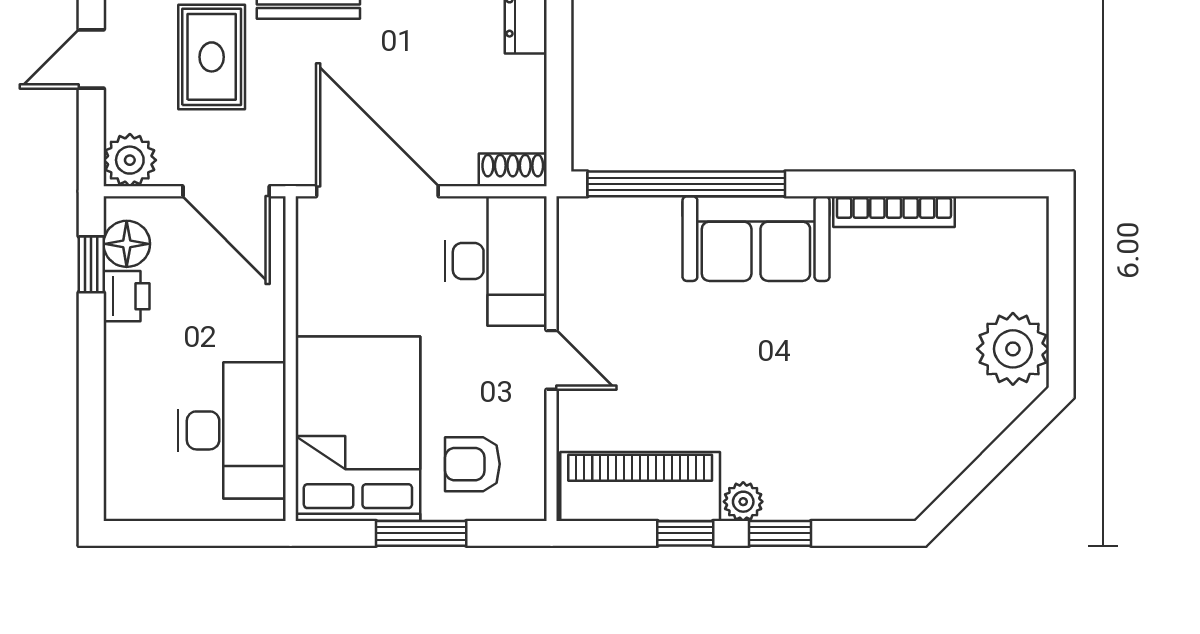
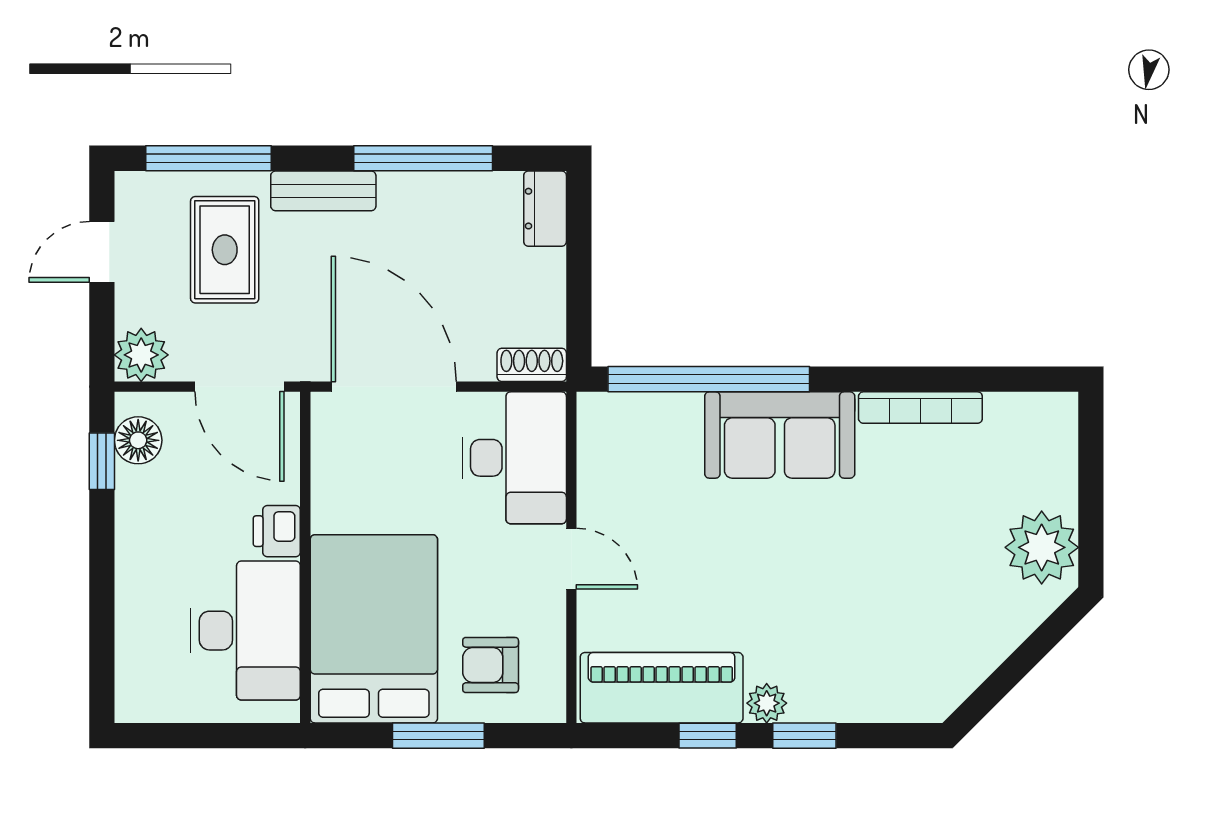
printer: (126, 296) -> (277, 531), moved, turned 180

